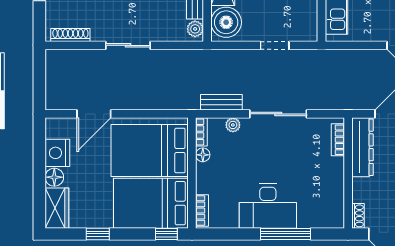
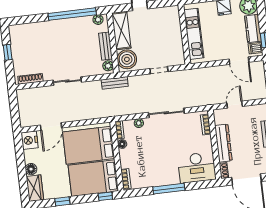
bench: (221, 102) -> (115, 83), moved
dresser: (362, 147) -> (223, 143), moved
nightstand: (57, 153) -> (30, 140), moved
desk: (268, 206) -> (197, 168), moved
window: (286, 234) -> (169, 189), moved

